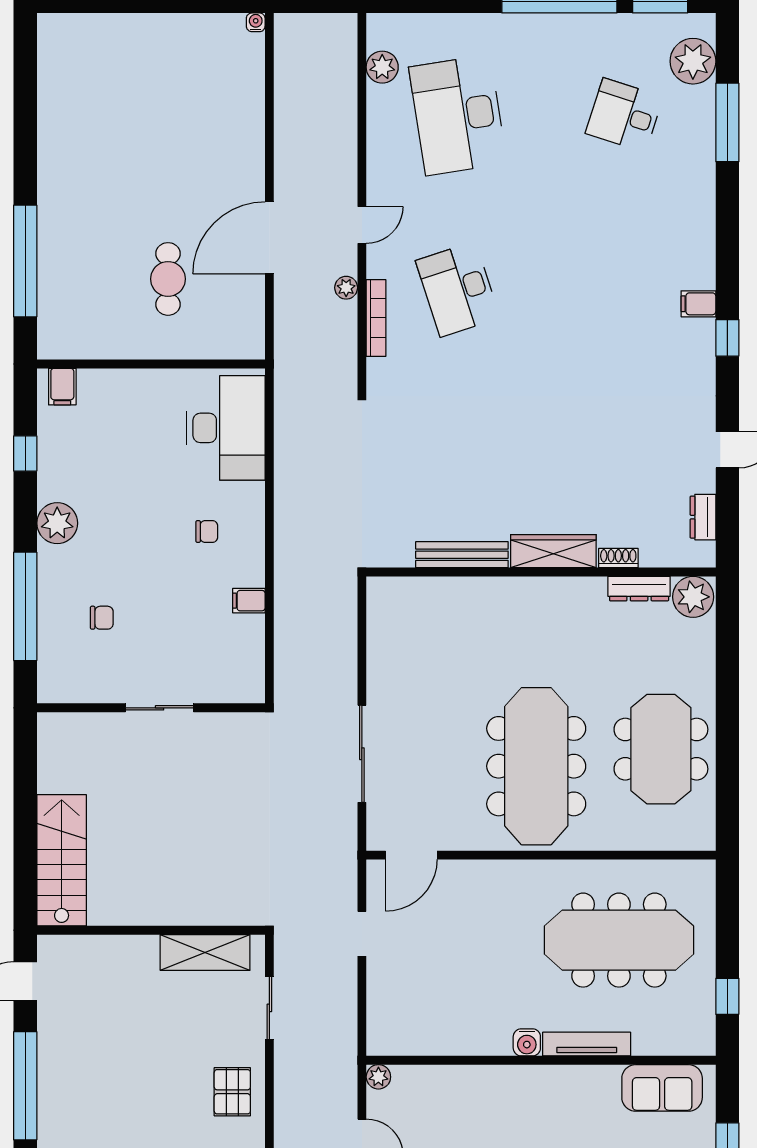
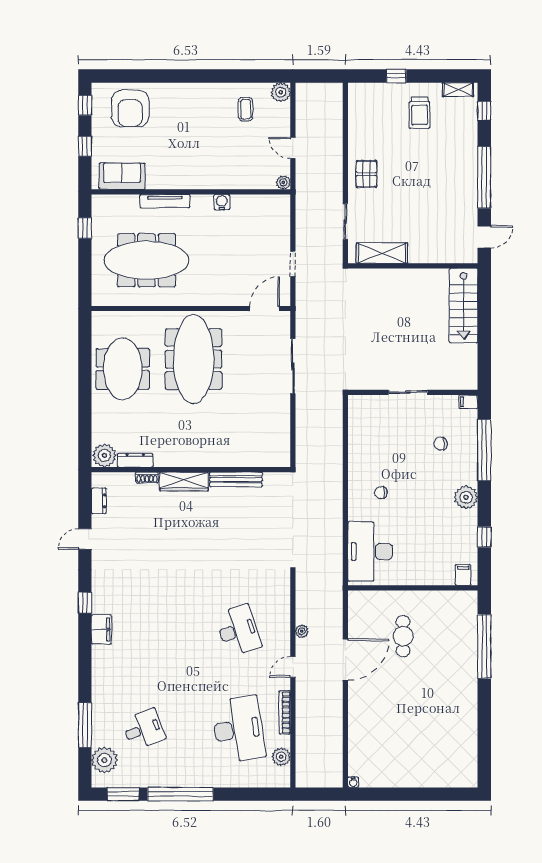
desk: (624, 115) -> (144, 729), turned -39
filing cabinet: (698, 304) -> (101, 629), width x2.00
bookcase: (376, 318) -> (285, 713), moved
filing cabinet: (249, 601) -> (468, 402), moved, turned 180
water cooler: (527, 1042) -> (222, 202), moved

